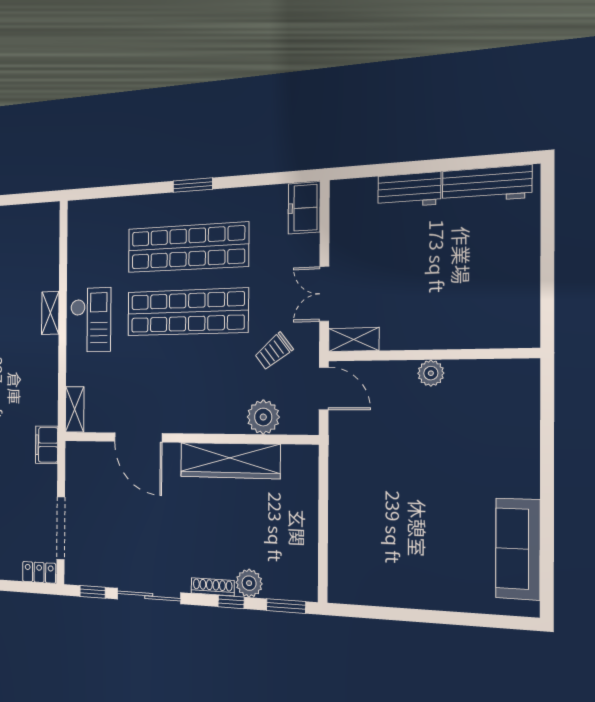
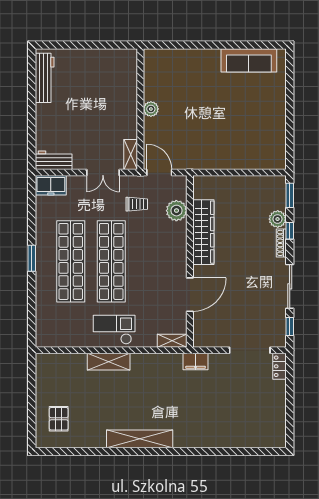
workbench: (409, 190) -> (54, 160), moved, turned -90
shelving: (50, 313) -> (109, 362), width x1.50, depth x1.33
trolley: (274, 351) -> (137, 204), turned -52
door: (324, 388) -> (159, 173), hinge flipped

